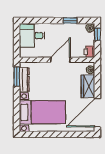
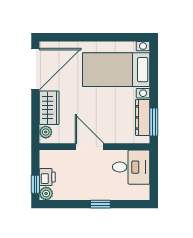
window: (70, 21) -> (100, 204), moved
desk: (32, 36) -> (131, 167), moved
printer: (89, 52) -> (47, 177), moved
door: (61, 60) -> (89, 147), swing flipped

